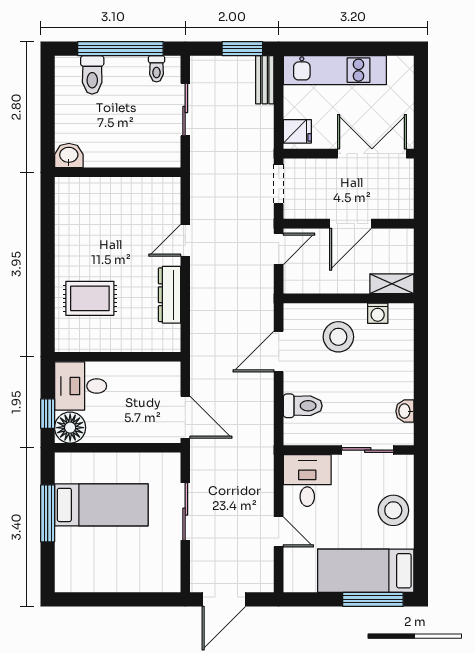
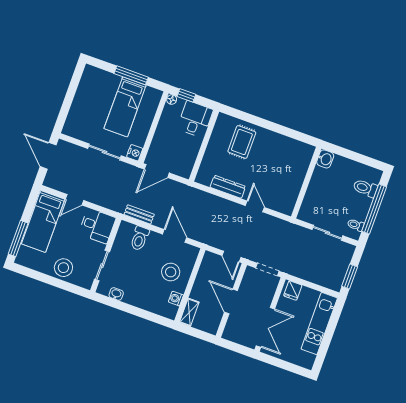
bench: (265, 80) -> (139, 214), moved
floor lamp: (70, 428) -> (172, 100), width x0.53, depth x0.53
nightstand: (169, 463) -> (135, 153), added
bed: (366, 571) -> (43, 221), moved, turned 180

